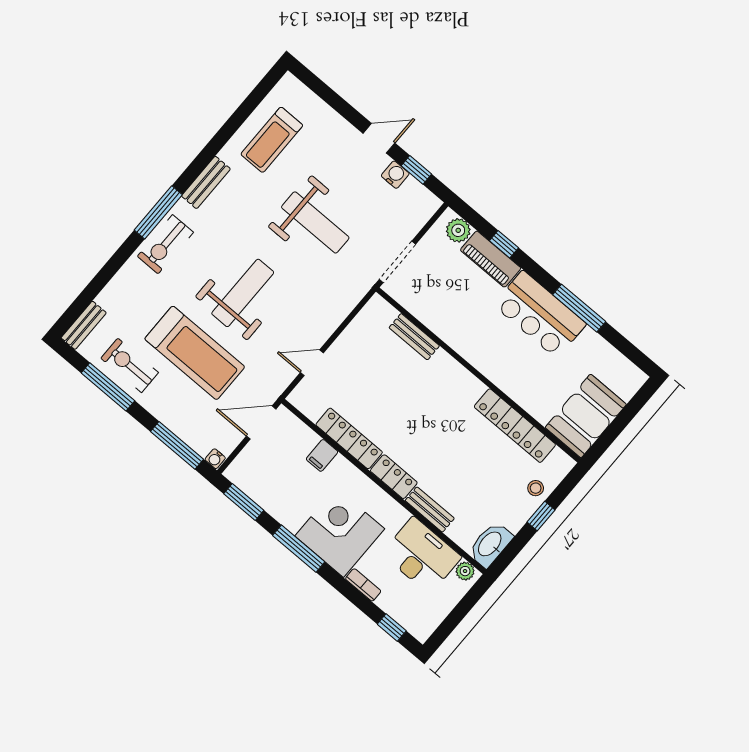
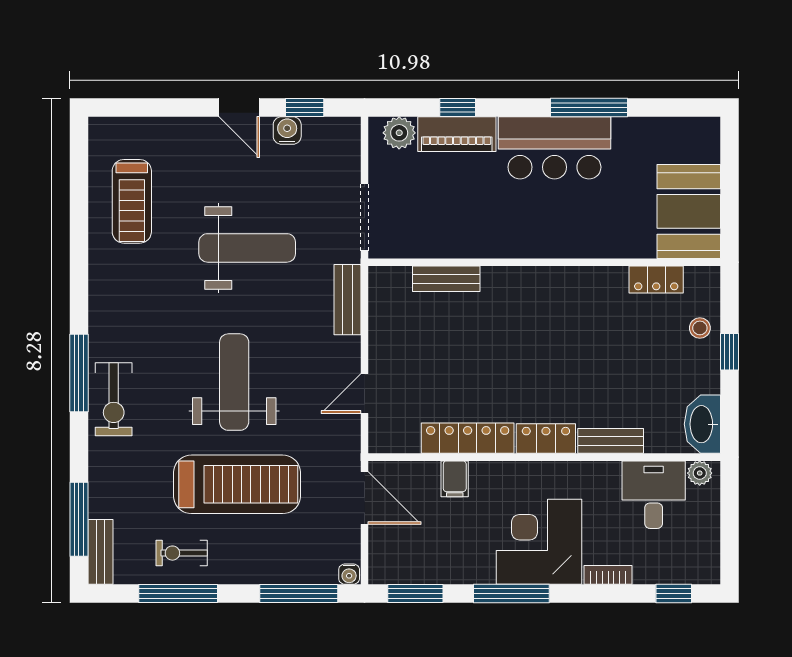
door: (379, 138) -> (239, 108), swing flipped
bench: (206, 182) -> (347, 300), moved
window: (87, 296) -> (79, 519), added
exercise bike: (130, 365) -> (182, 553), width x0.73, depth x0.72
door: (261, 423) -> (365, 498), swing flipped
locker: (515, 426) -> (656, 280), width x0.46, depth x0.83
desk: (421, 555) -> (654, 495), width x0.73

